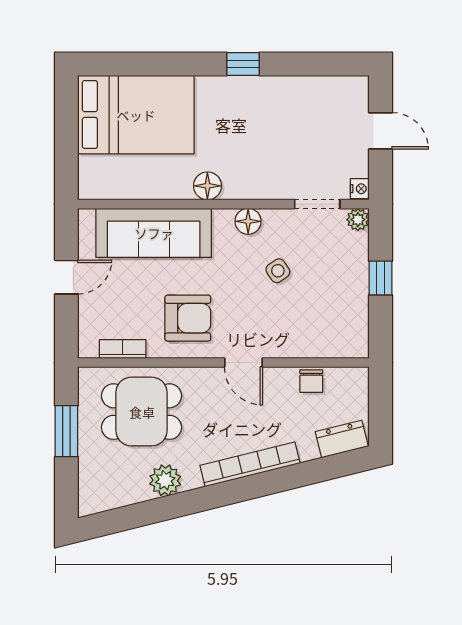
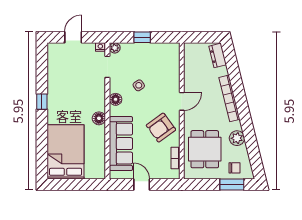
armchair: (188, 318) -> (161, 128), turned -126
chair: (311, 381) -> (235, 168), moved
window: (66, 431) -> (232, 184), moved

